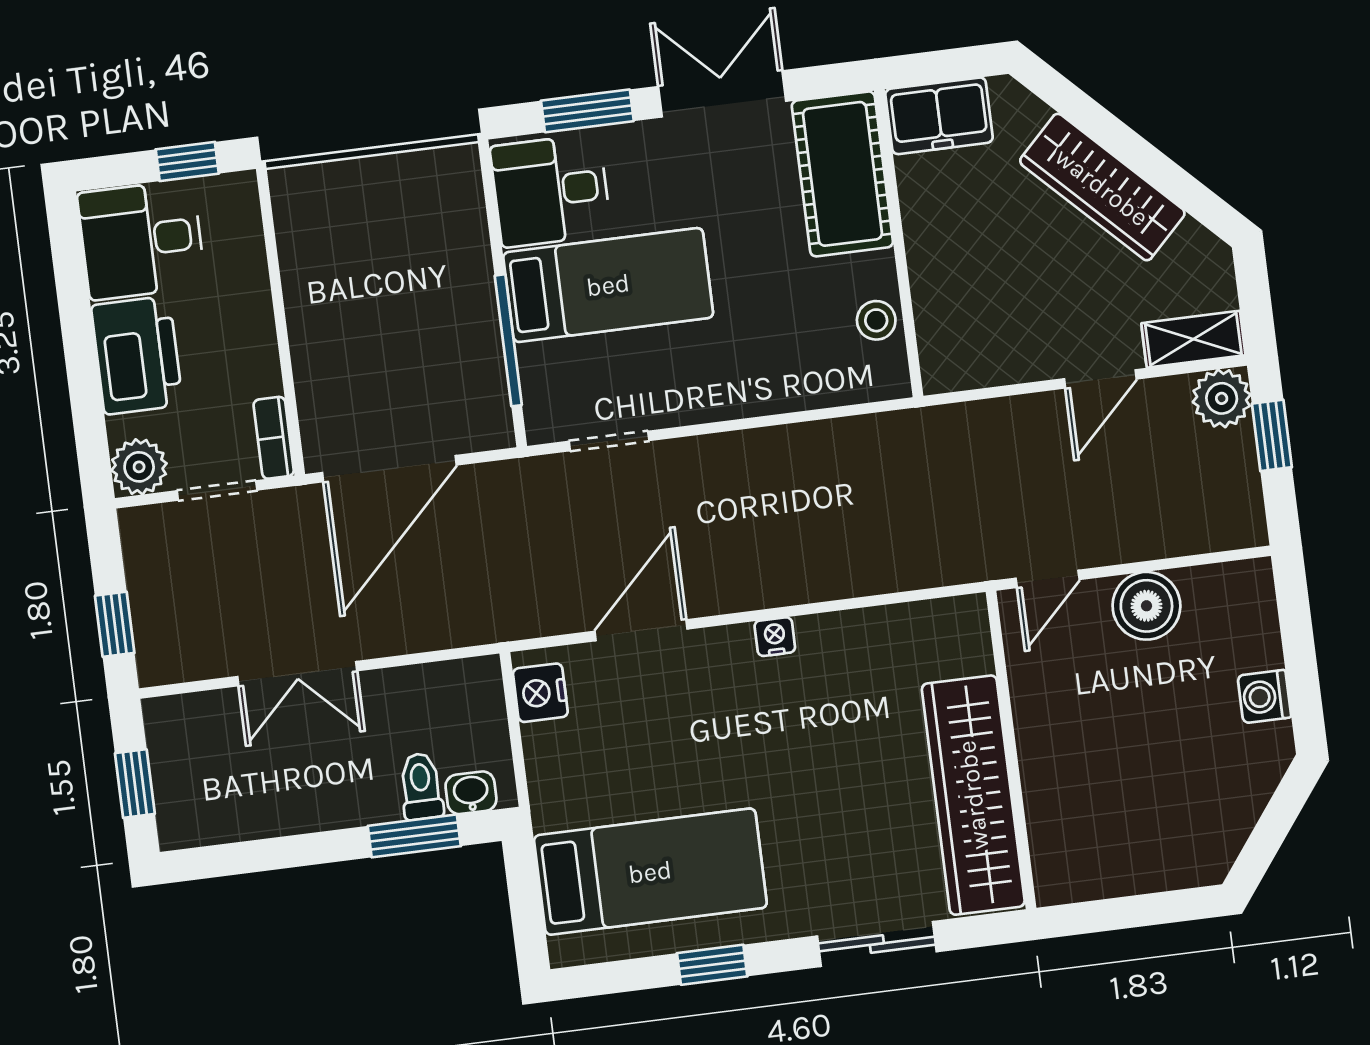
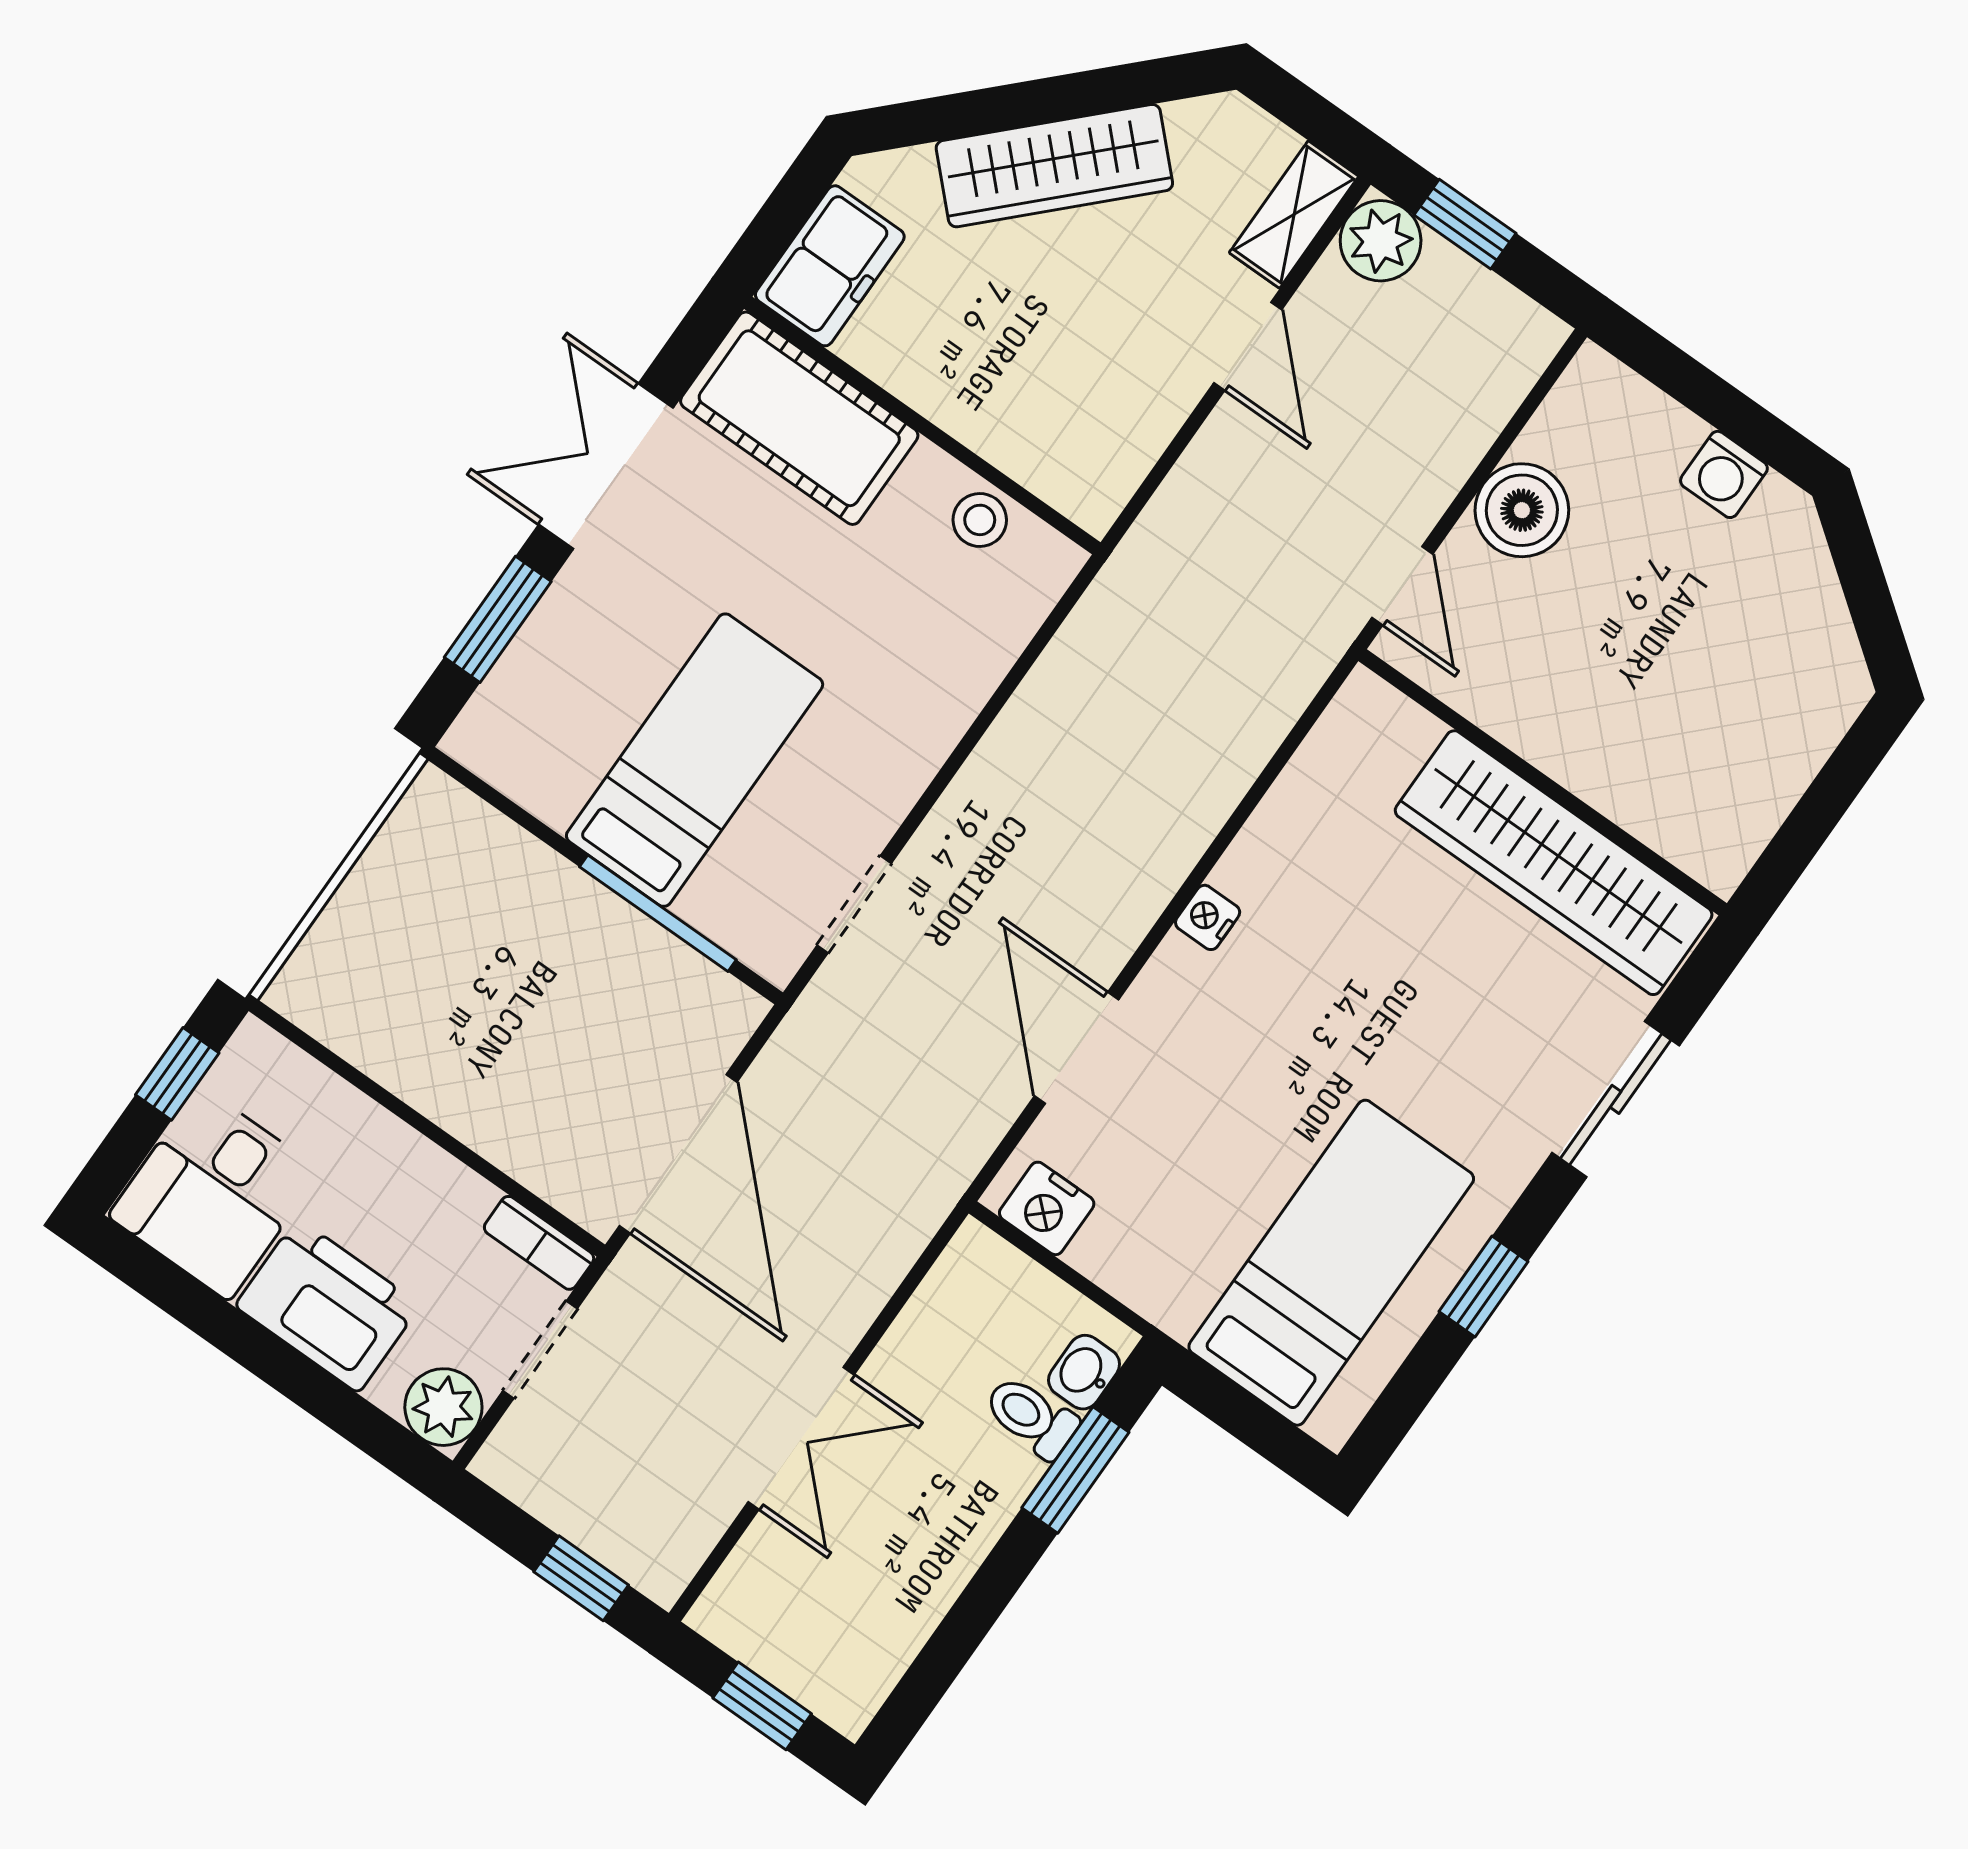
desk: (551, 191) -> (545, 731), removed

